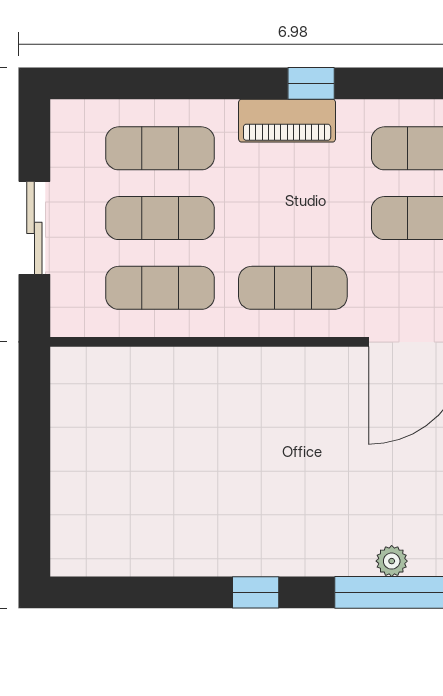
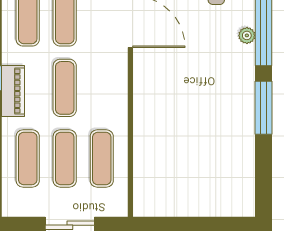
exercise mat: (293, 288) -> (65, 88), moved
window: (256, 592) -> (264, 108), width x2.17

